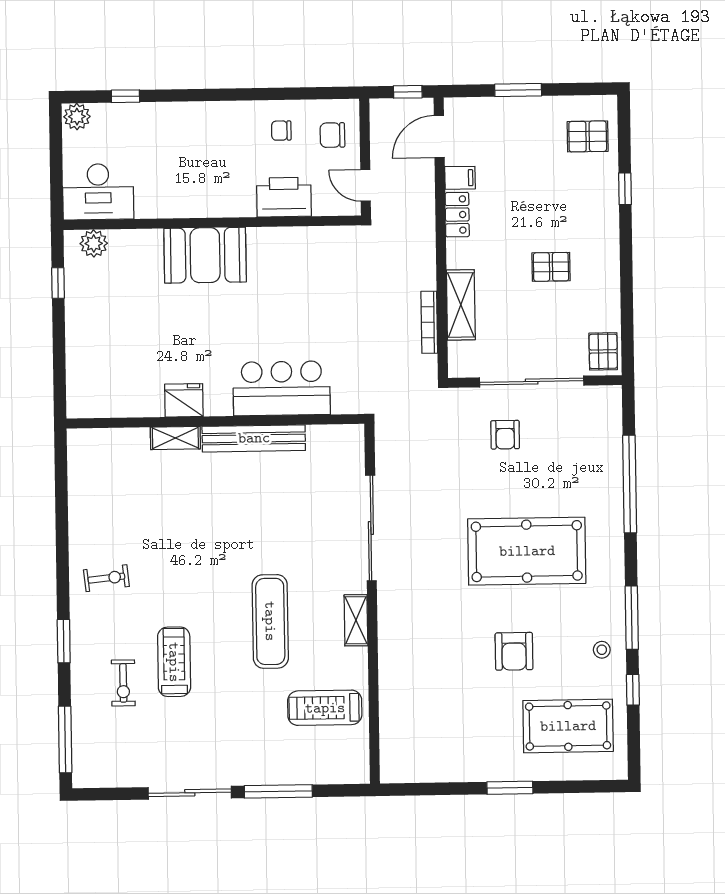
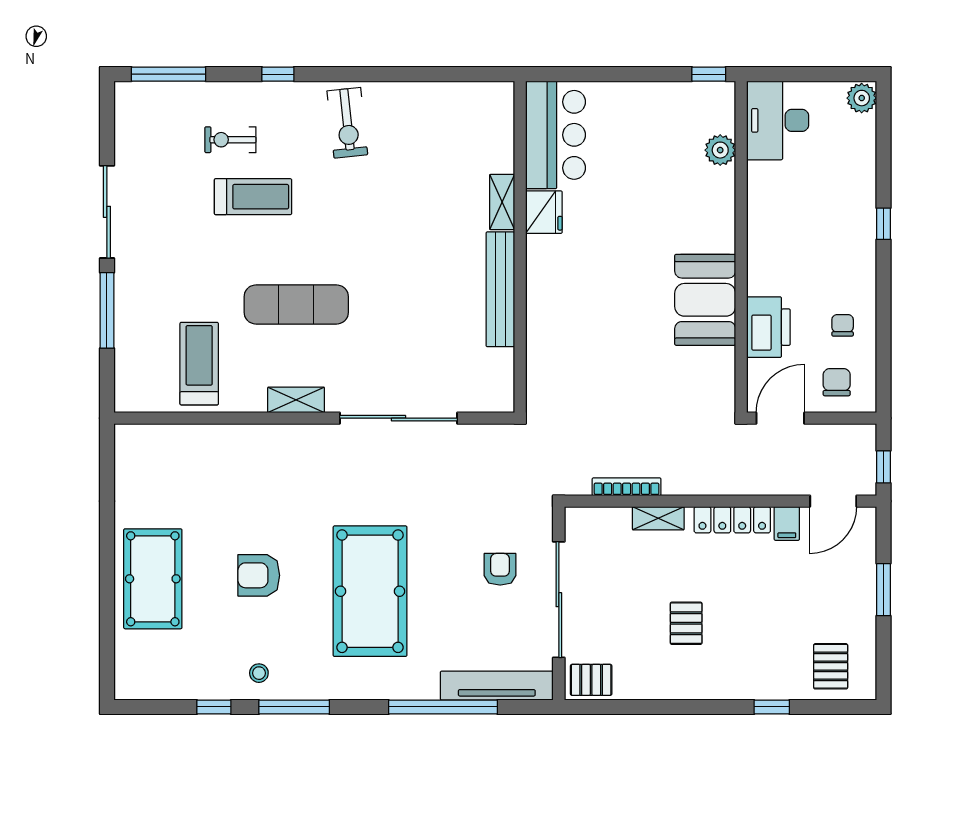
window: (125, 96) -> (884, 224), moved
door: (439, 136) -> (833, 501), swing flipped
door: (366, 185) -> (780, 418), width x1.38
locker: (457, 215) -> (732, 520), width x1.53
plant: (94, 243) -> (720, 150), moved
booth: (205, 255) -> (705, 300), moved
window: (58, 283) -> (709, 74), moved
shelving: (461, 305) -> (658, 518), width x0.67, depth x0.75
bar counter: (282, 388) -> (556, 135), moved
armchair: (505, 435) -> (500, 569), turned 90
tv unit: (610, 436) -> (497, 686), added
exercise bike: (106, 578) -> (347, 123), width x1.38, depth x1.39
window: (64, 641) -> (278, 74), width x0.67
pool table: (568, 726) -> (153, 579), moved
window: (510, 788) -> (107, 568), removed

